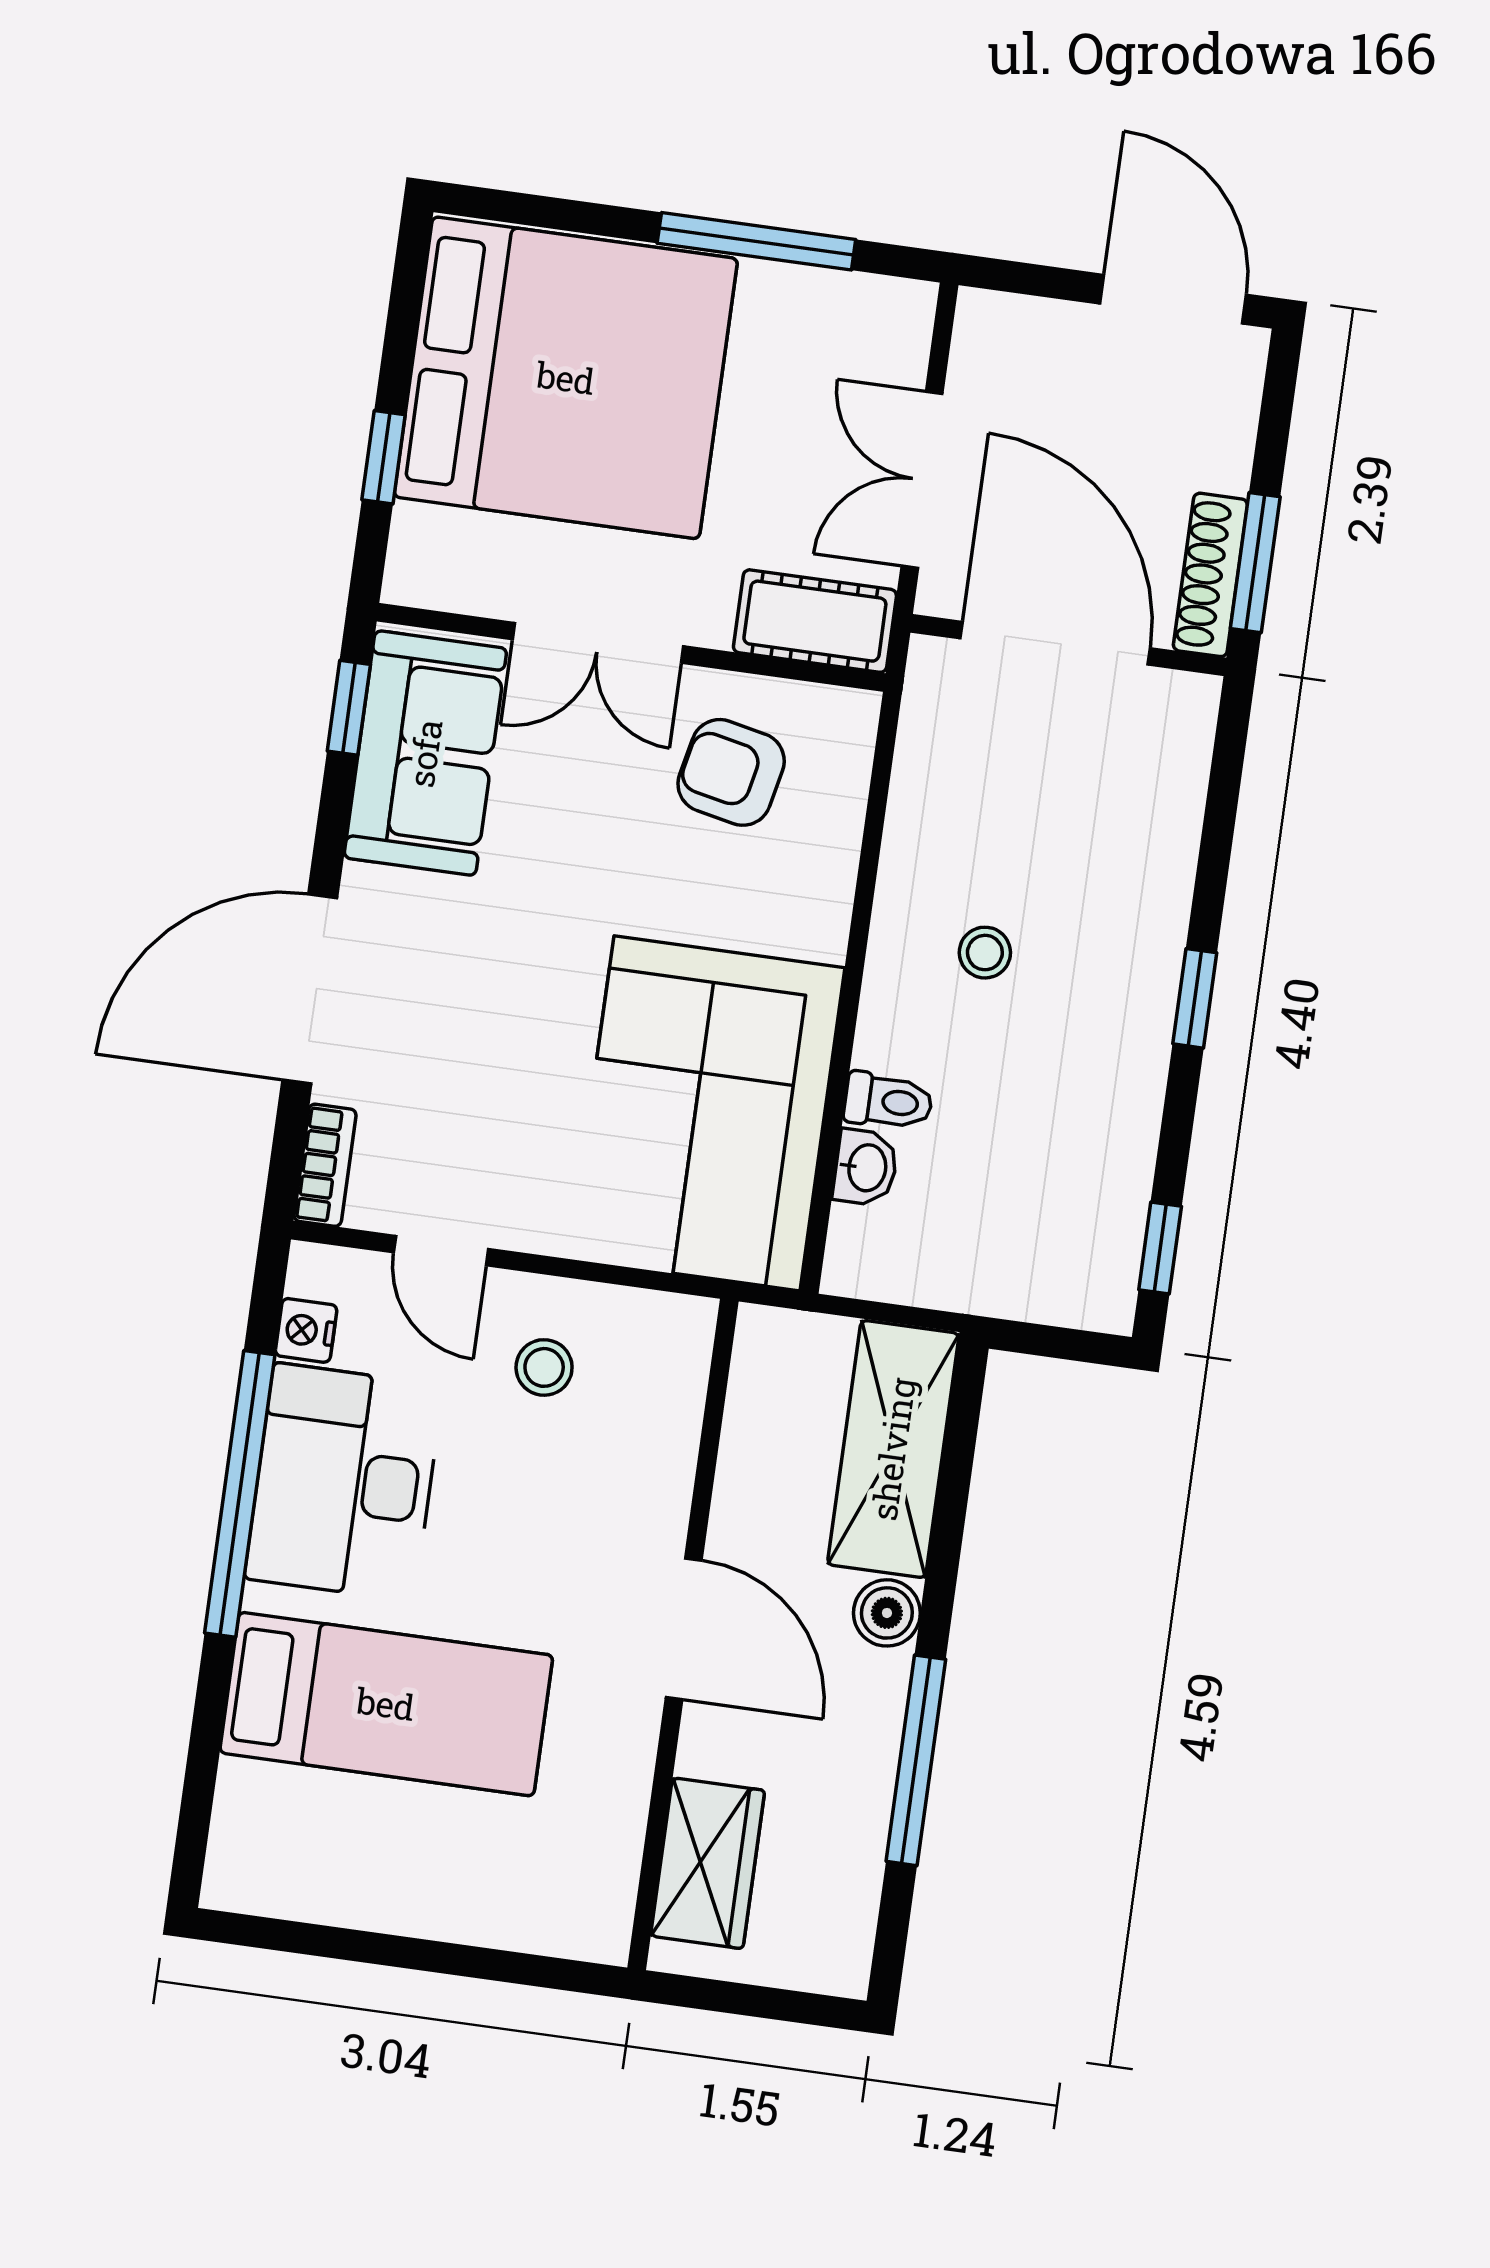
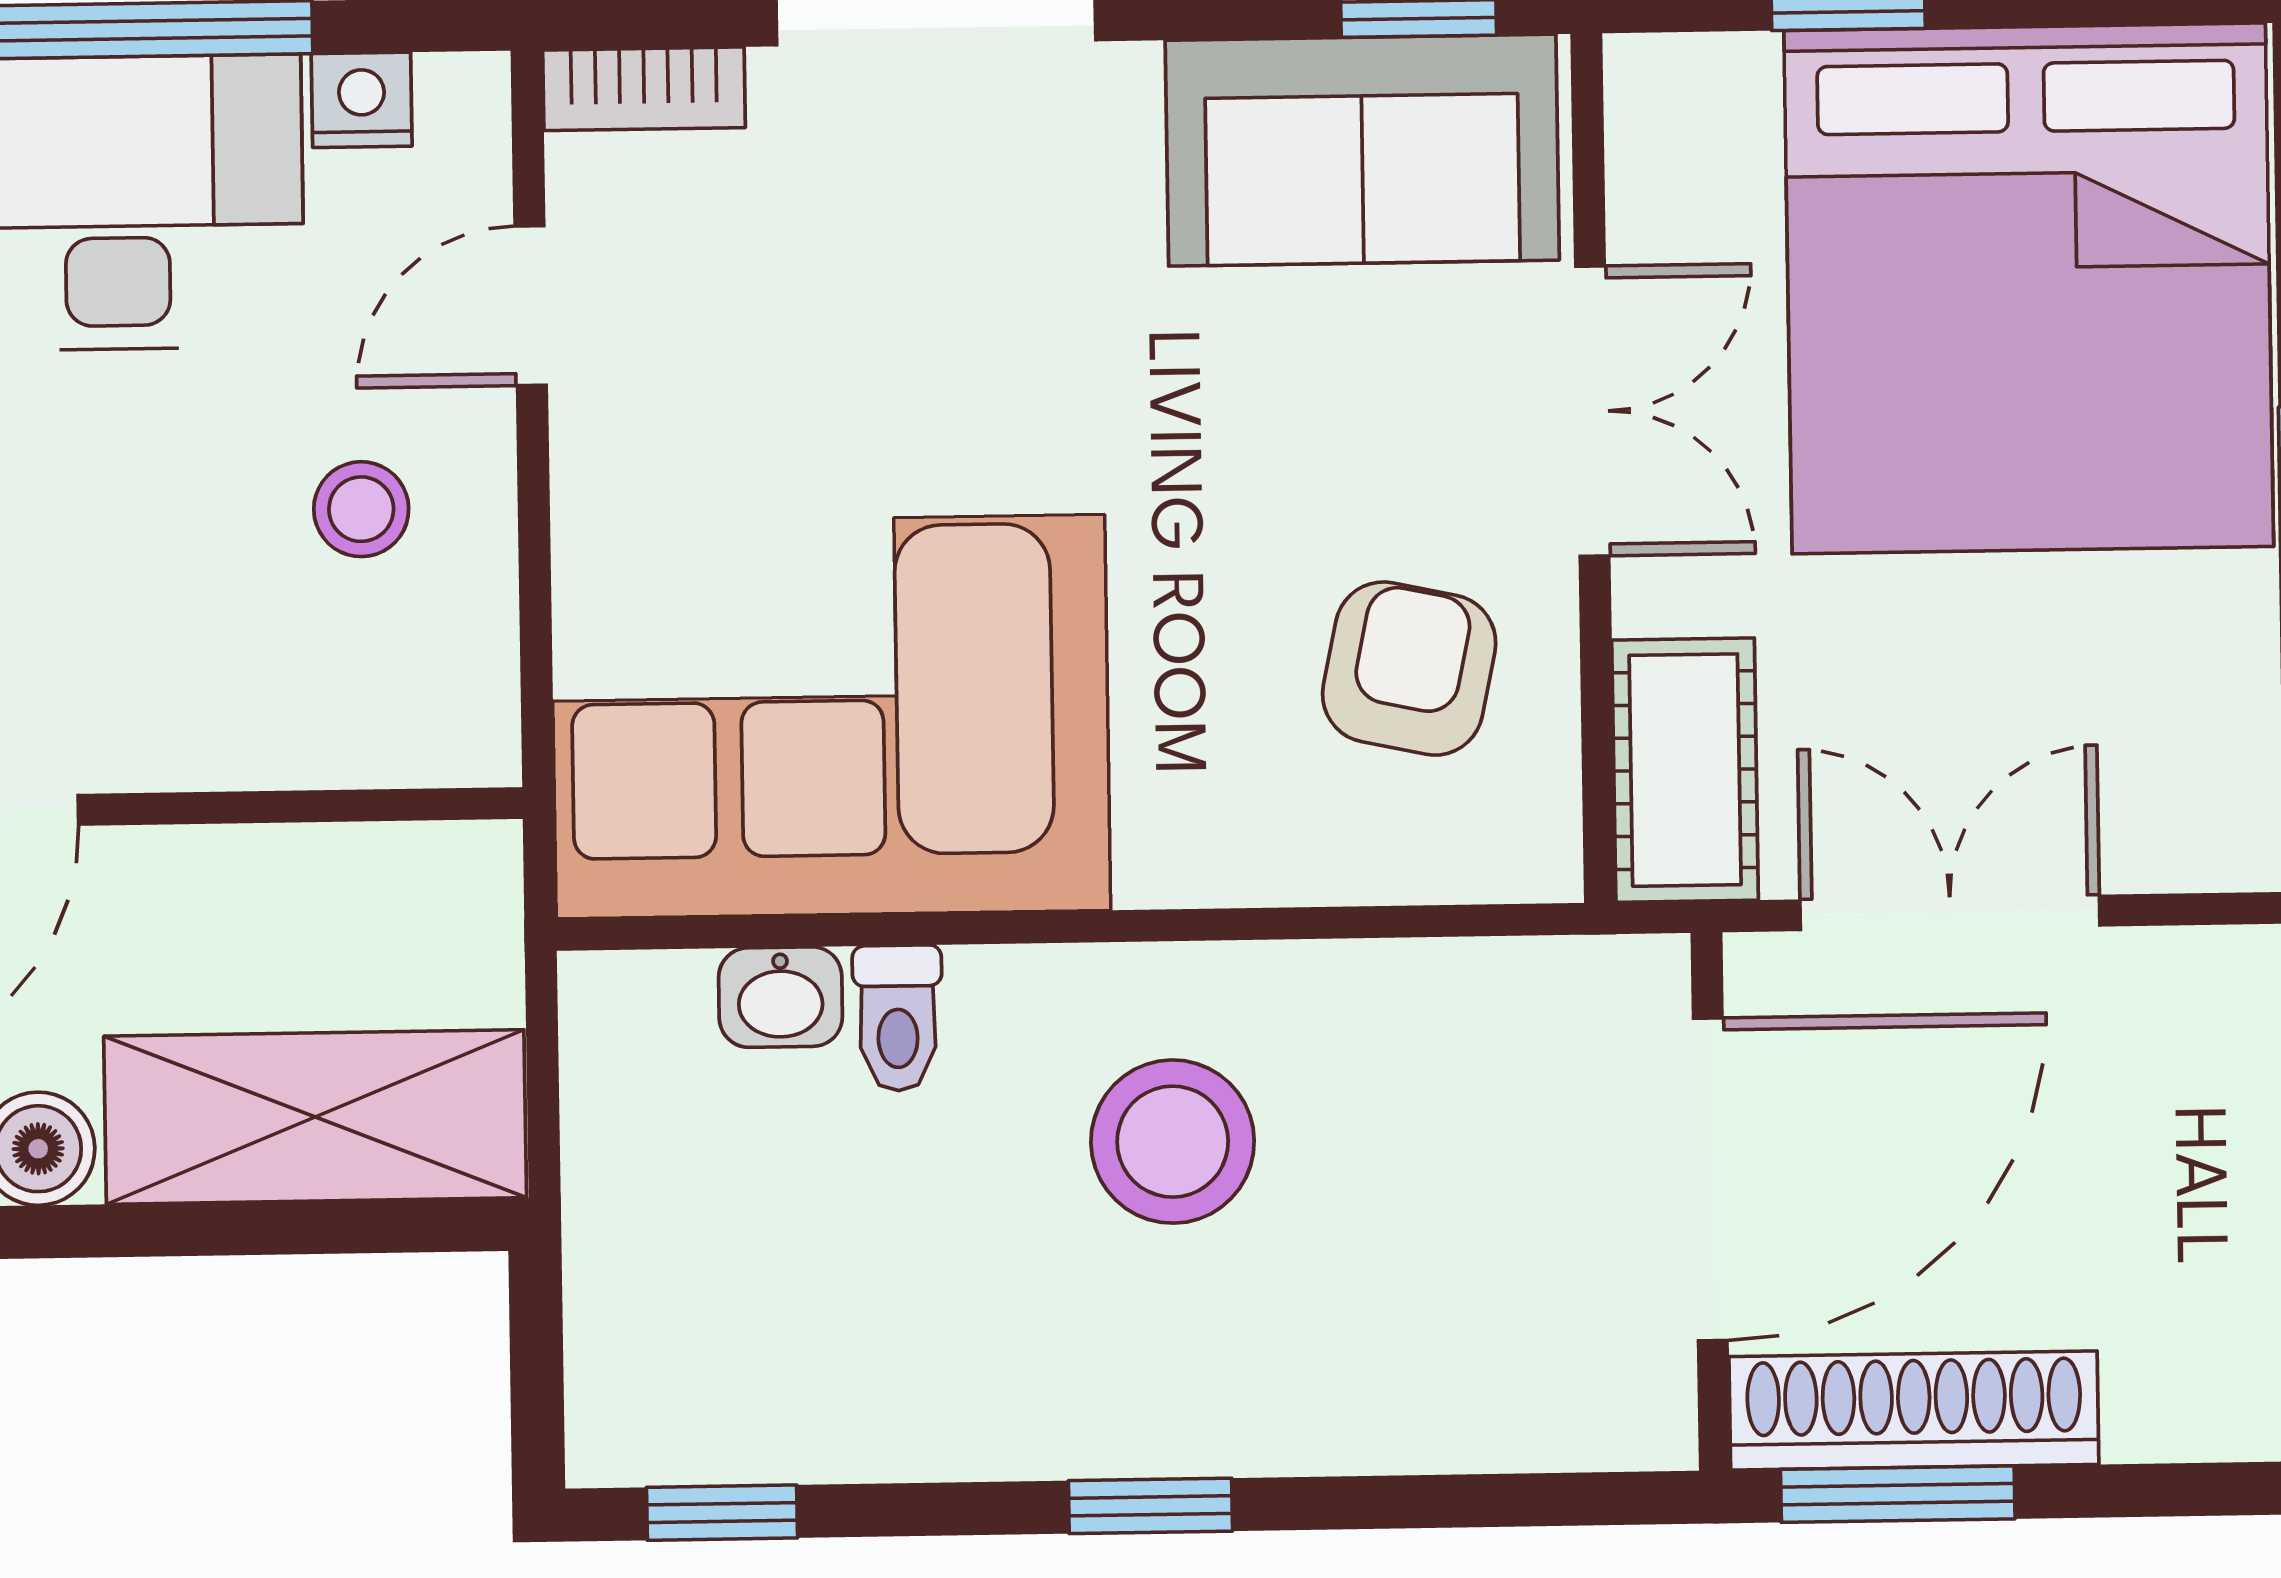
shoe rack: (1210, 575) -> (1914, 1410), width x1.36, depth x1.24
double door: (598, 643) -> (1592, 411), swing flipped
stool: (985, 953) -> (1173, 1142), width x1.89, depth x1.89

